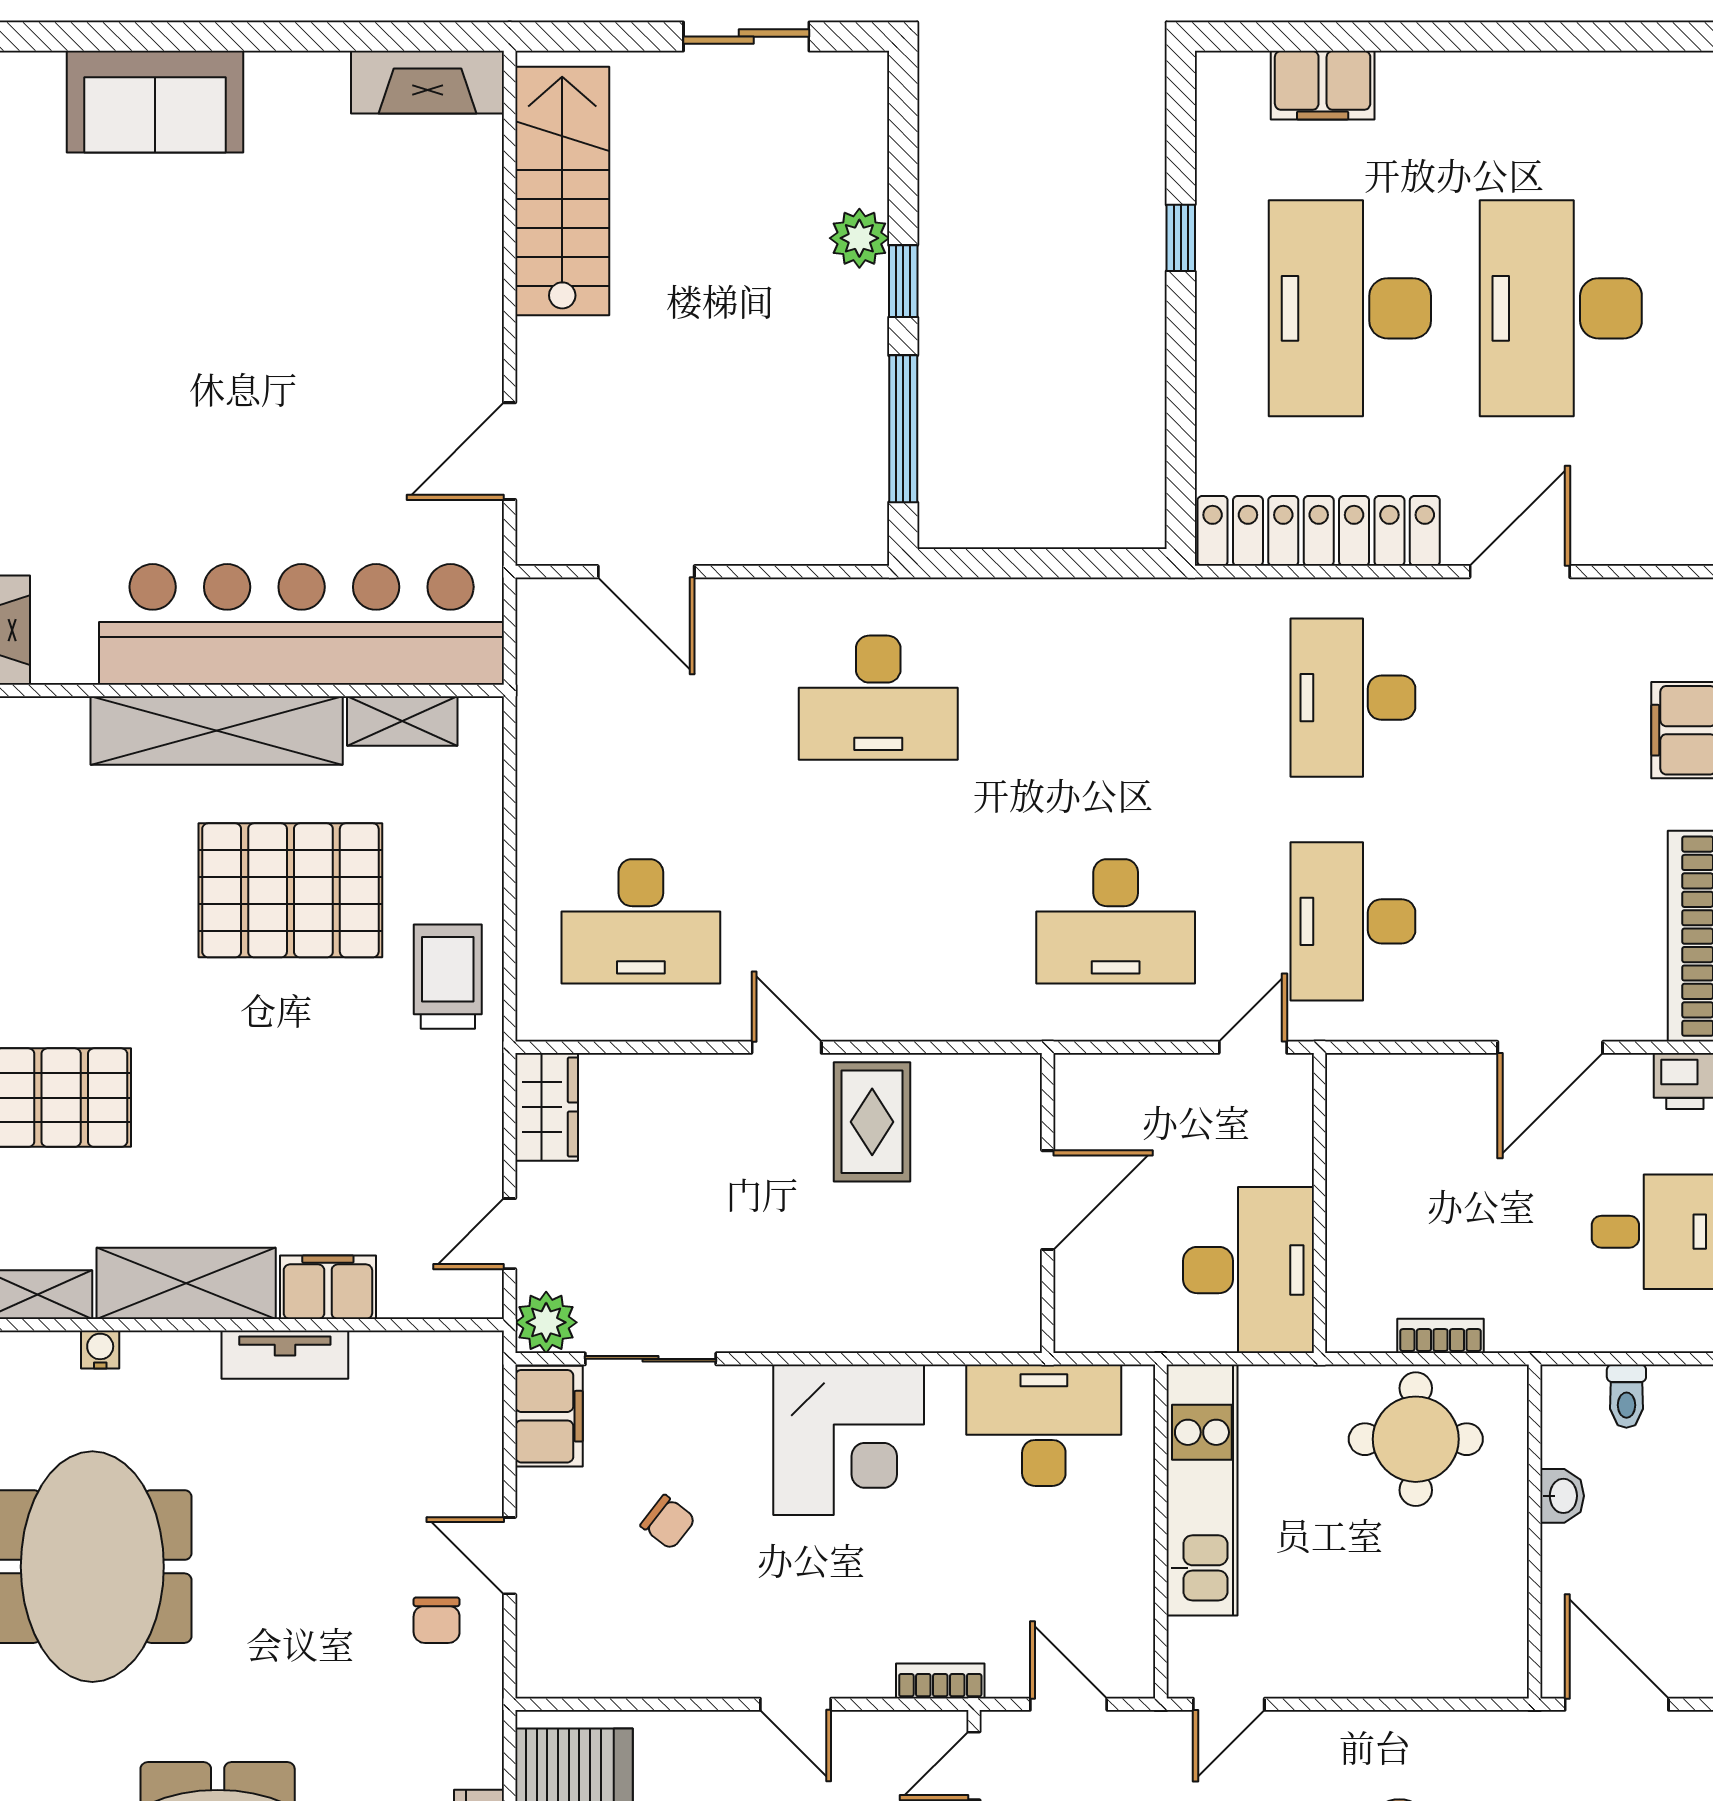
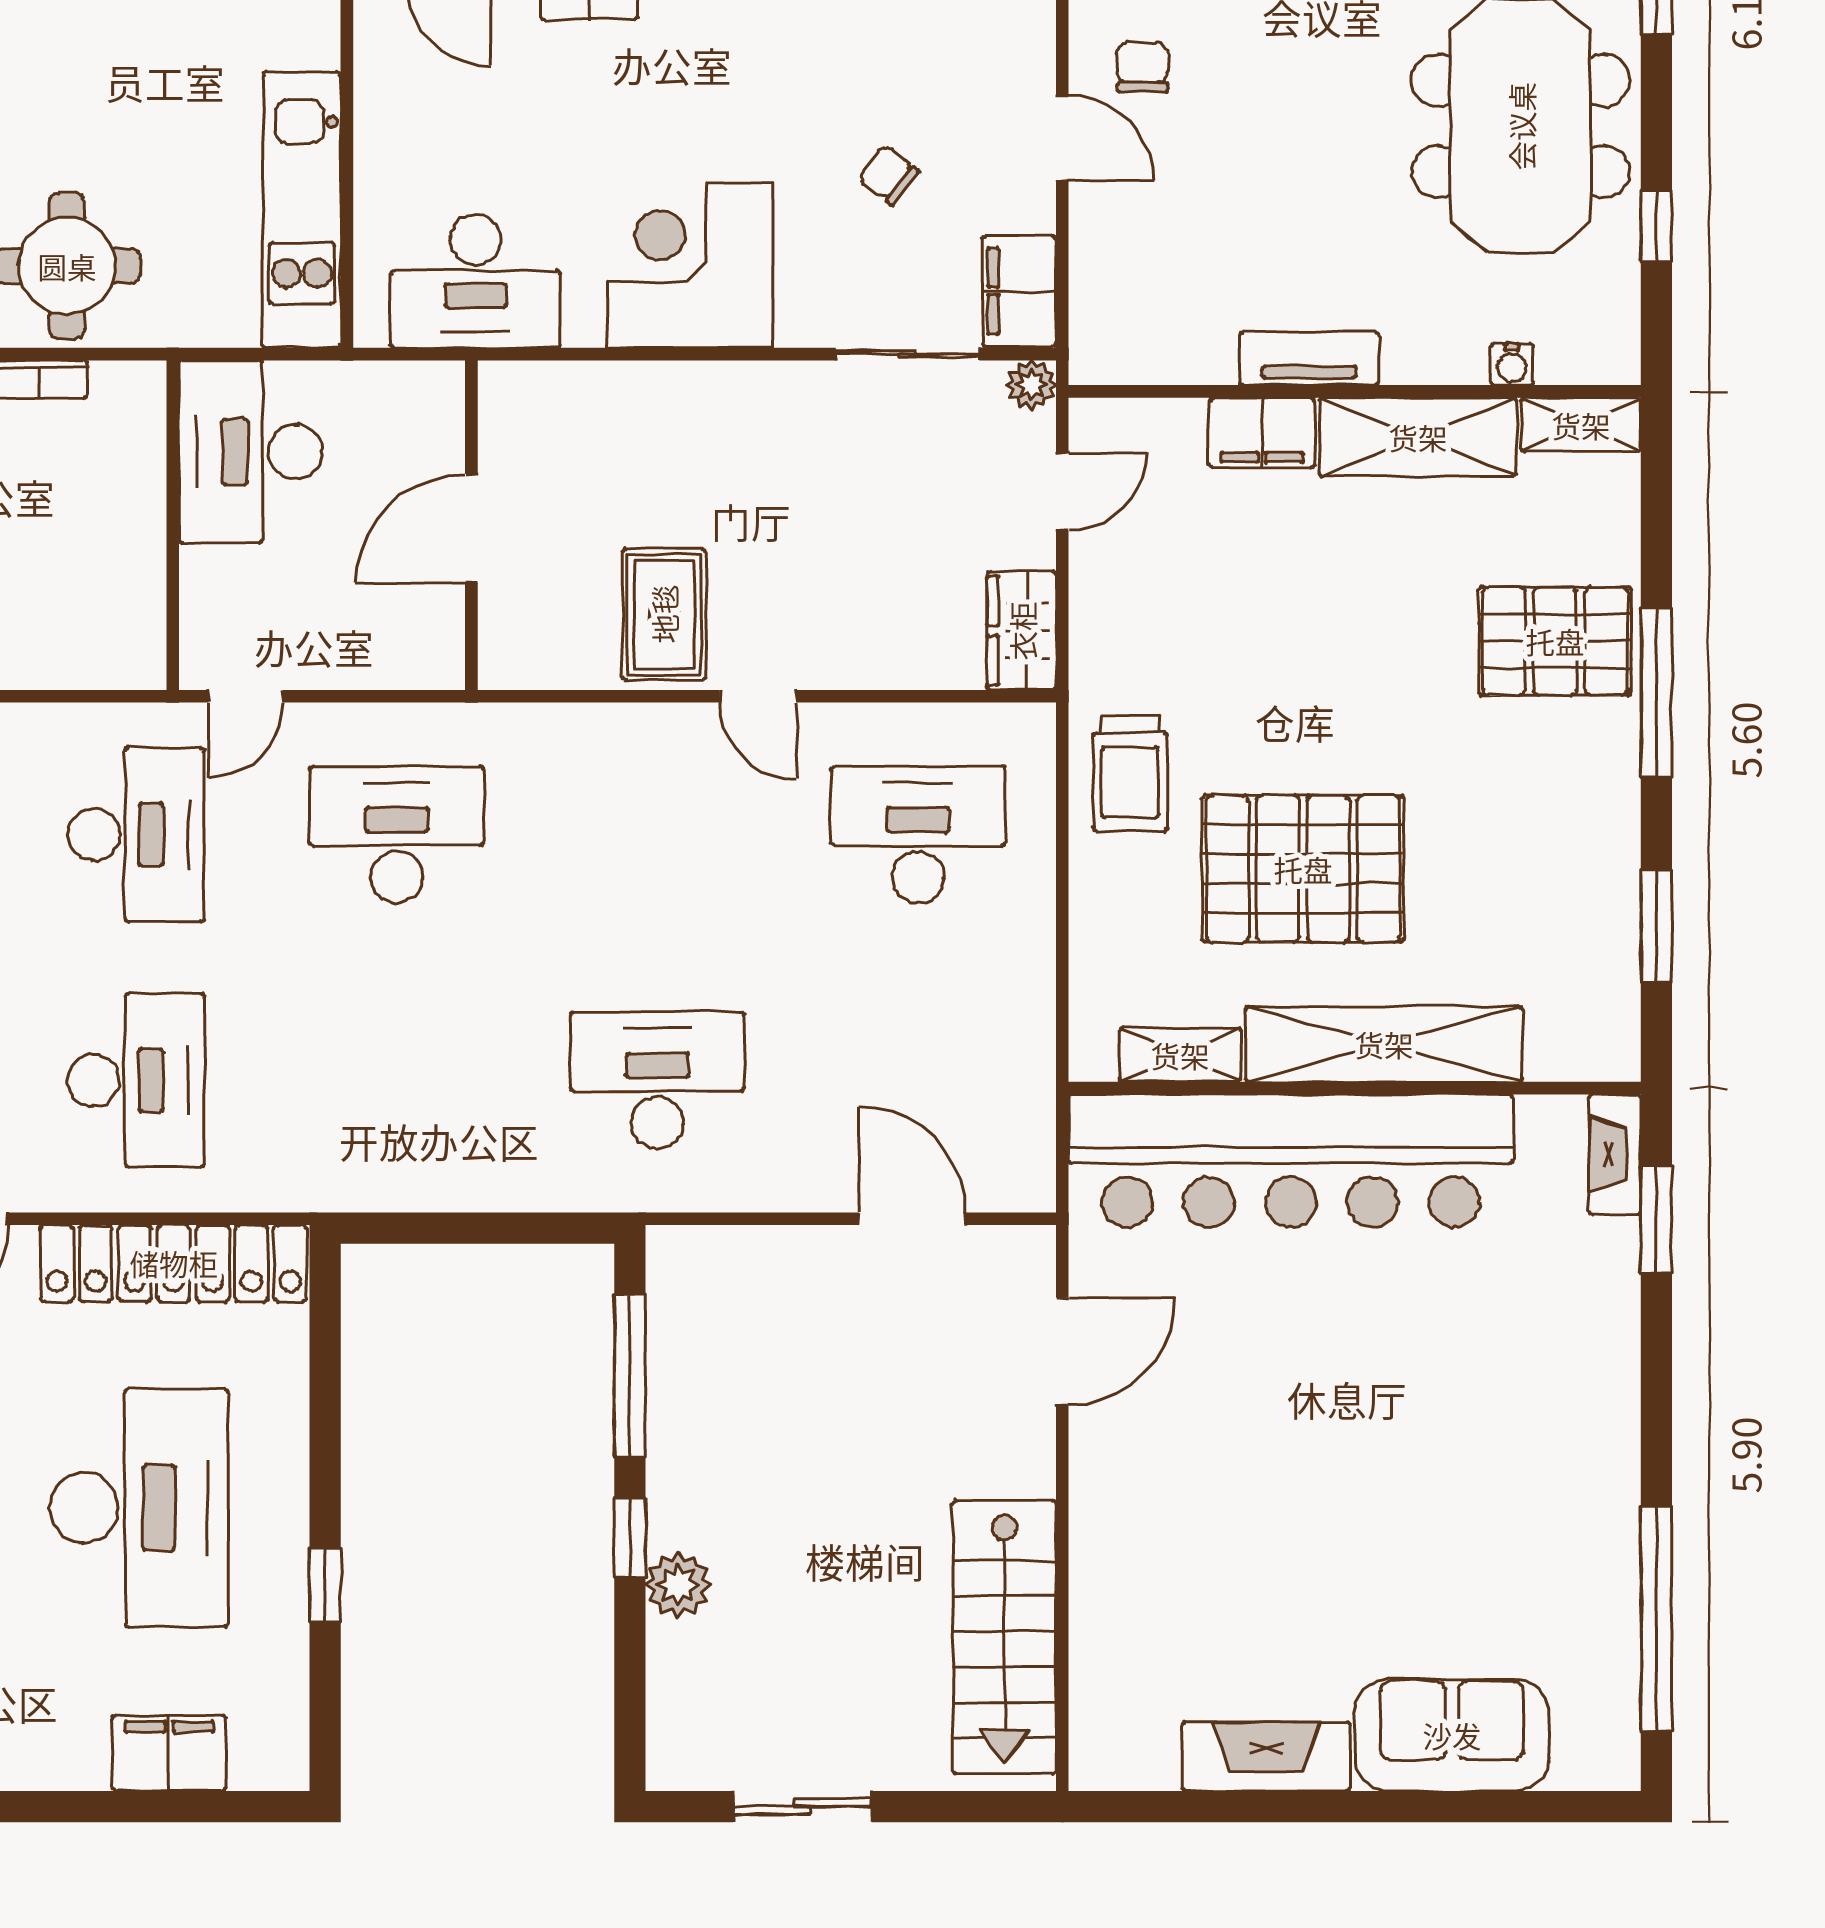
fireplace: (428, 82) -> (1266, 1757), moved
plant: (546, 1322) -> (1031, 385), width x0.73, depth x0.73

